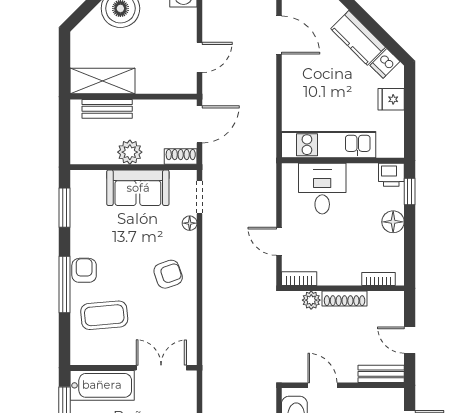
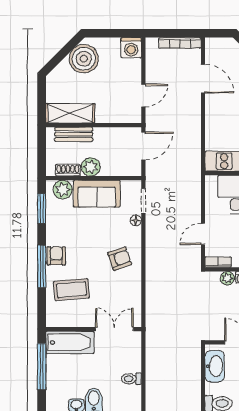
shoe rack: (181, 157) -> (68, 170), moved
plant: (93, 182) -> (63, 190), added
door: (279, 241) -> (203, 234), hinge flipped

